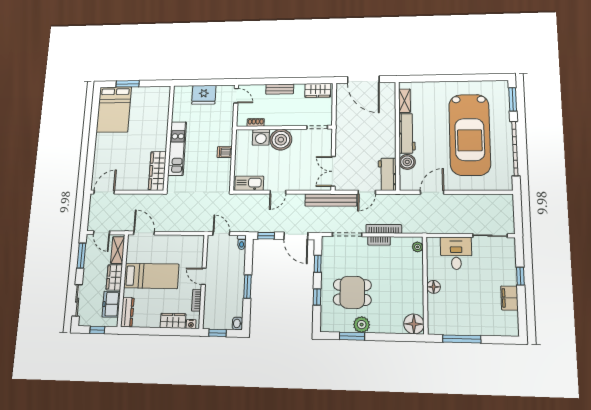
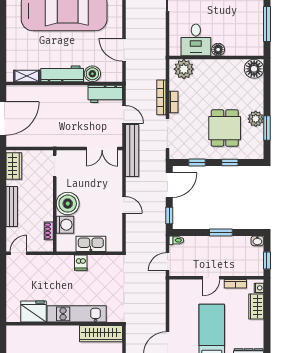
bench: (280, 89) -> (12, 207), width x1.36
fridge: (204, 95) -> (33, 311), moved, turned -90
kitchen sink: (249, 183) -> (91, 244), moved, turned 90
plant: (418, 247) -> (184, 69), width x1.87, depth x1.87
desk: (456, 253) -> (196, 40), moved, turned -90

